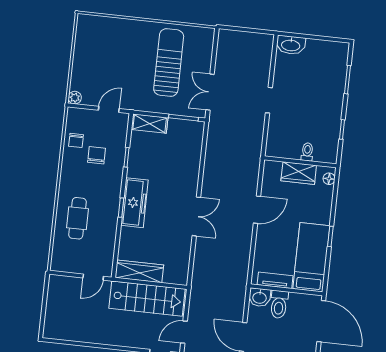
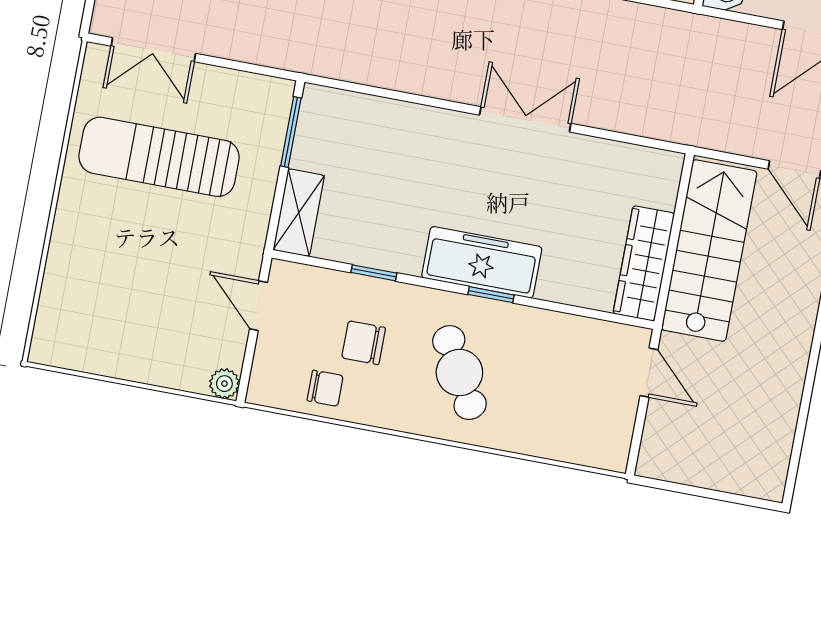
double door: (210, 92) -> (153, 50), moved
cafe table: (77, 218) -> (459, 373), moved, turned 61

